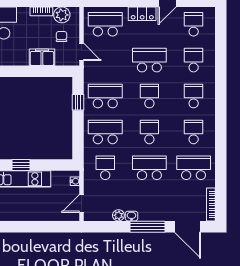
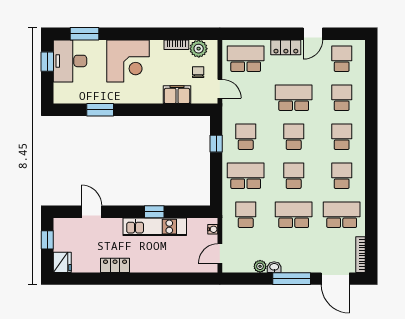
school desk: (105, 96) -> (246, 137), width x0.54

